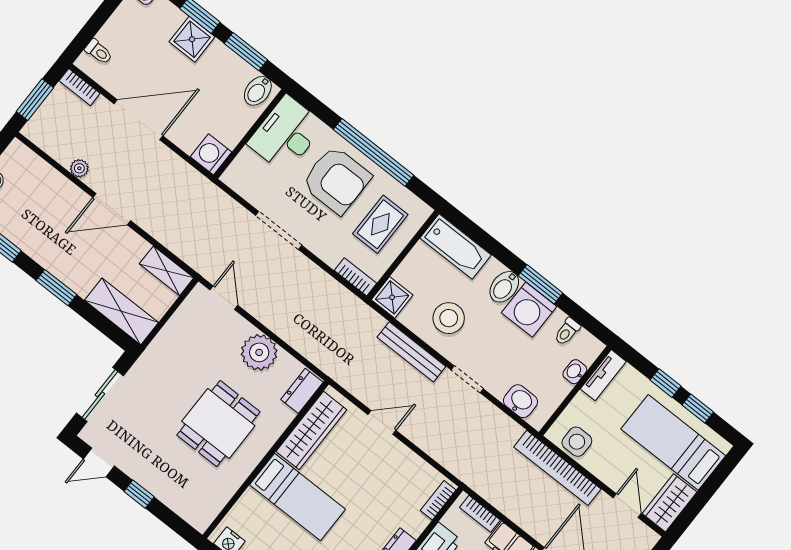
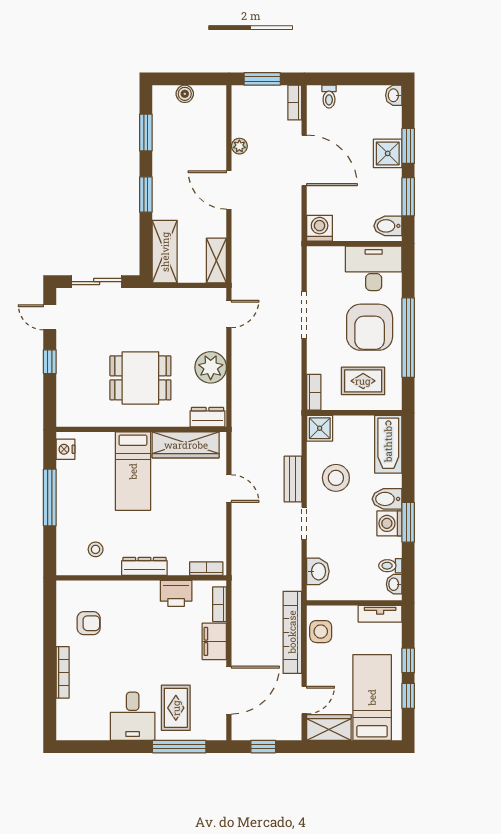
washing machine: (529, 310) -> (389, 523), width x0.73, depth x0.73
bench: (411, 352) -> (293, 479), width x0.73
washbasin: (575, 372) -> (394, 584), moved, turned -90

